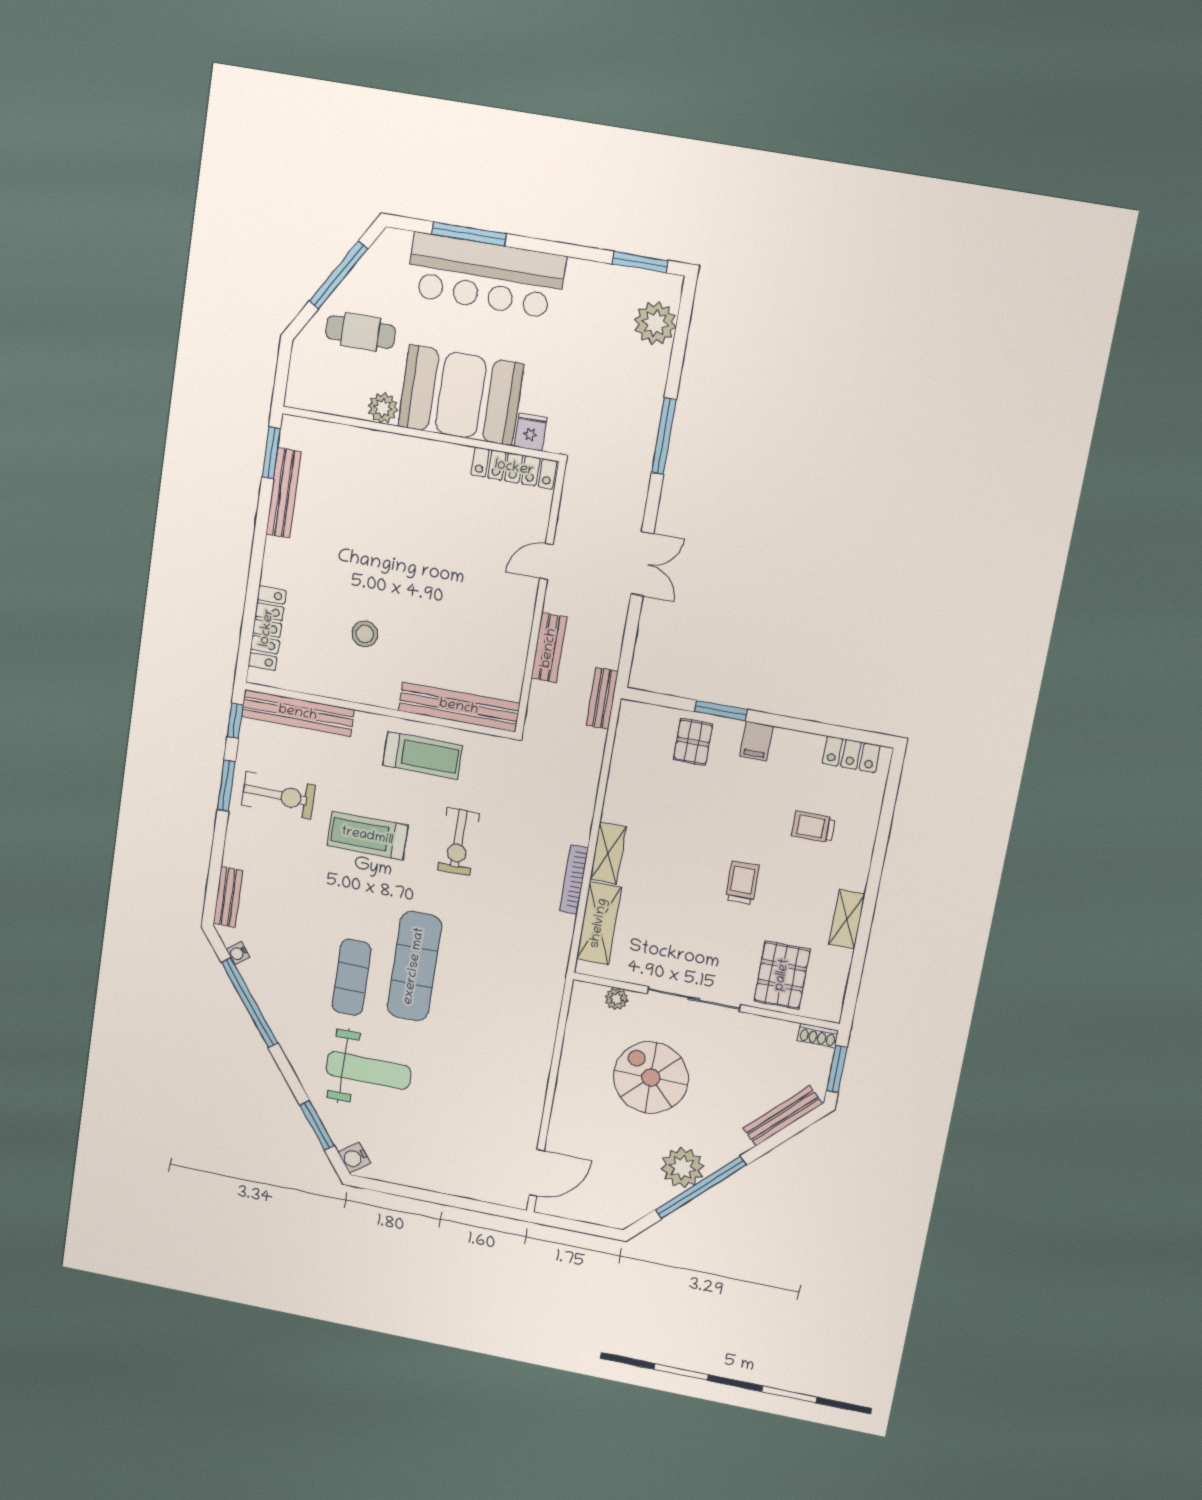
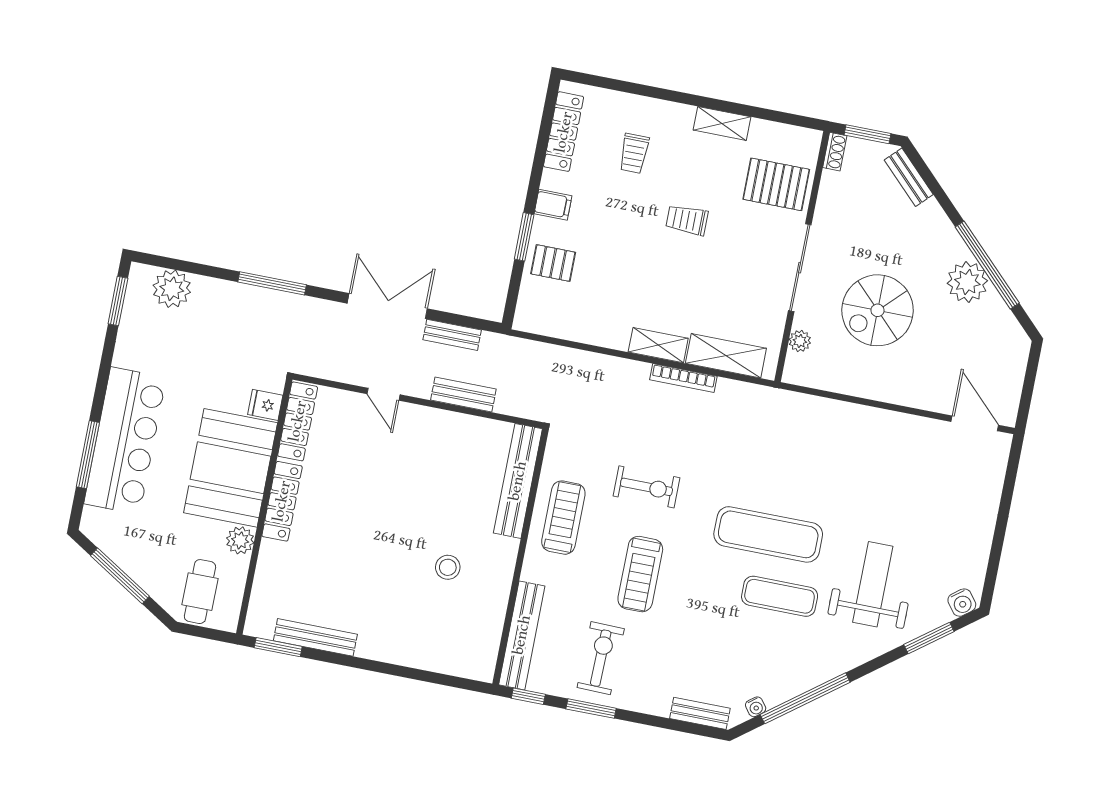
cafe table: (361, 332) -> (200, 592), moved
double door: (642, 564) -> (387, 306), width x1.37
locker: (267, 628) -> (282, 501), moved, turned 90
bench: (602, 698) -> (452, 335), moved
locker: (851, 754) -> (564, 132), width x1.53
bench: (783, 1116) -> (909, 177), width x0.73

